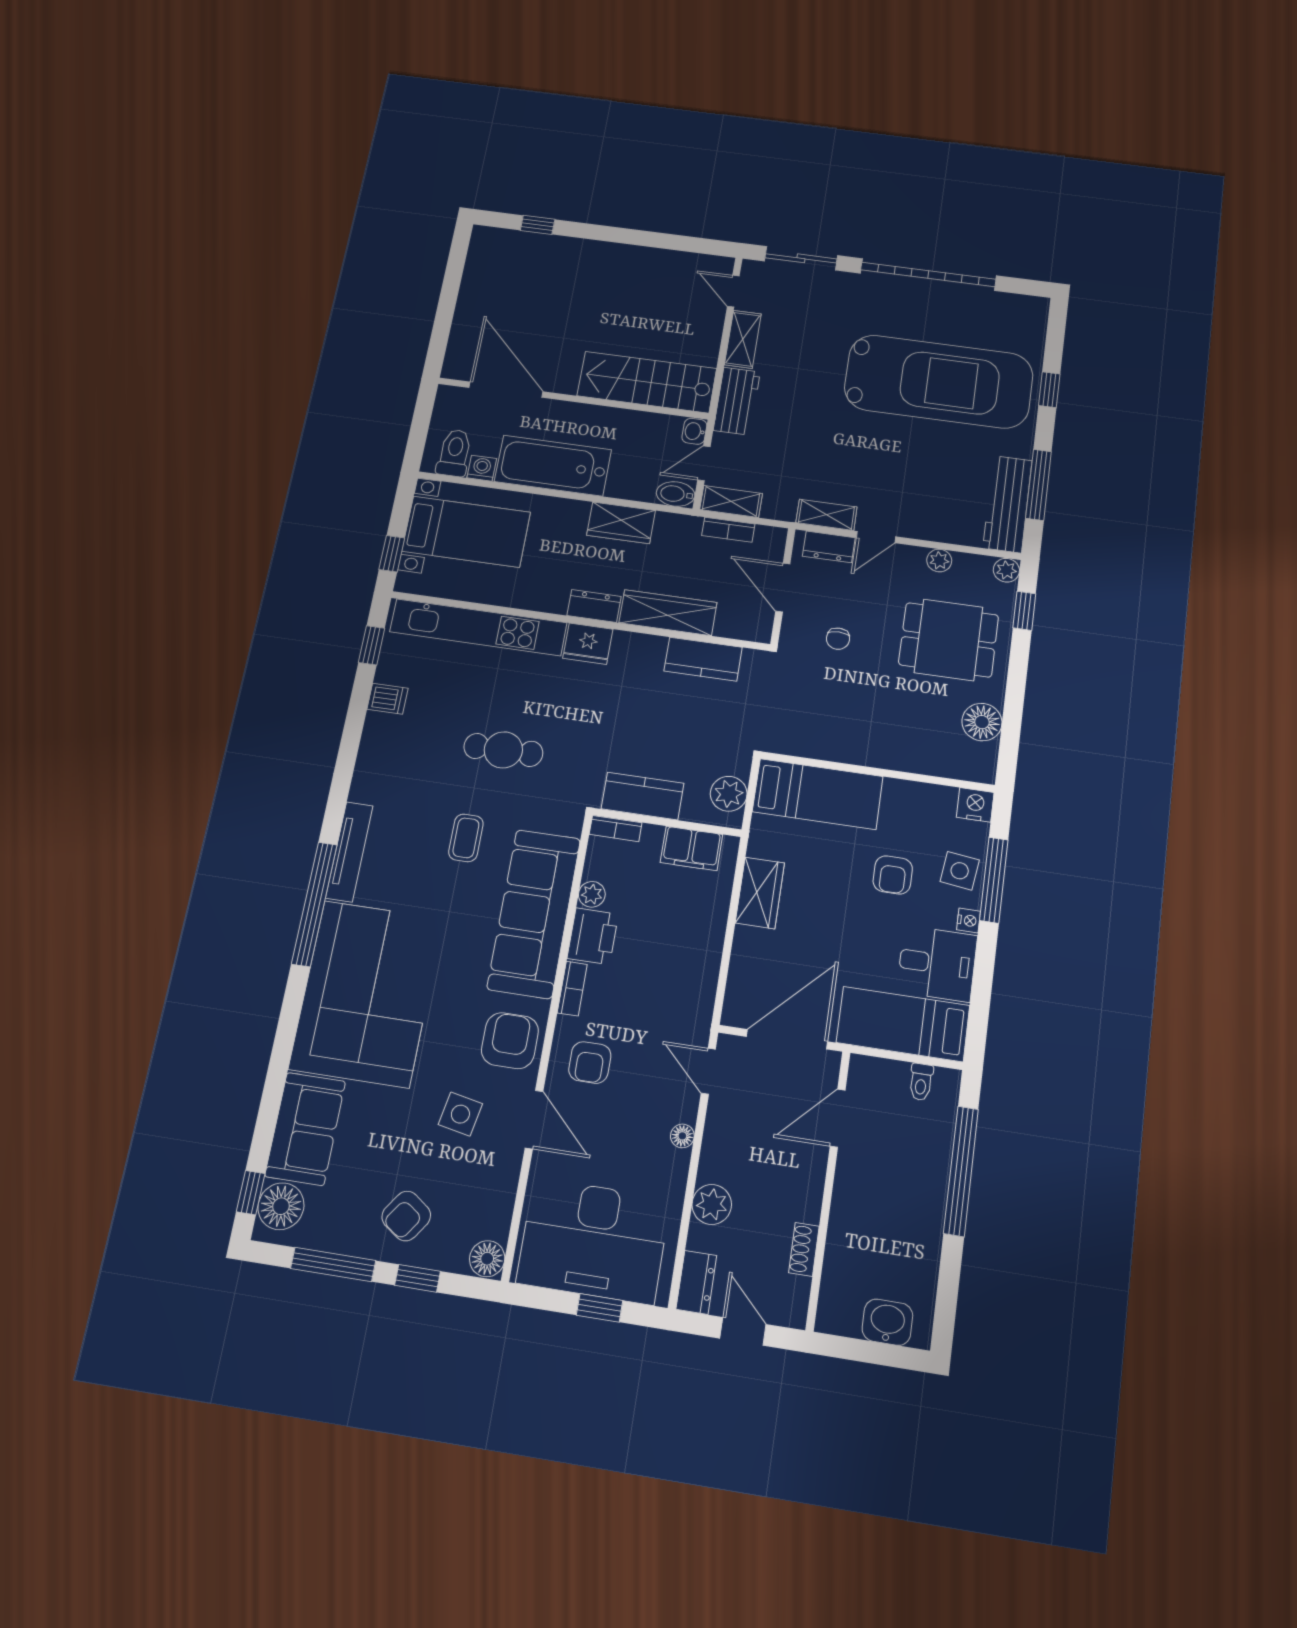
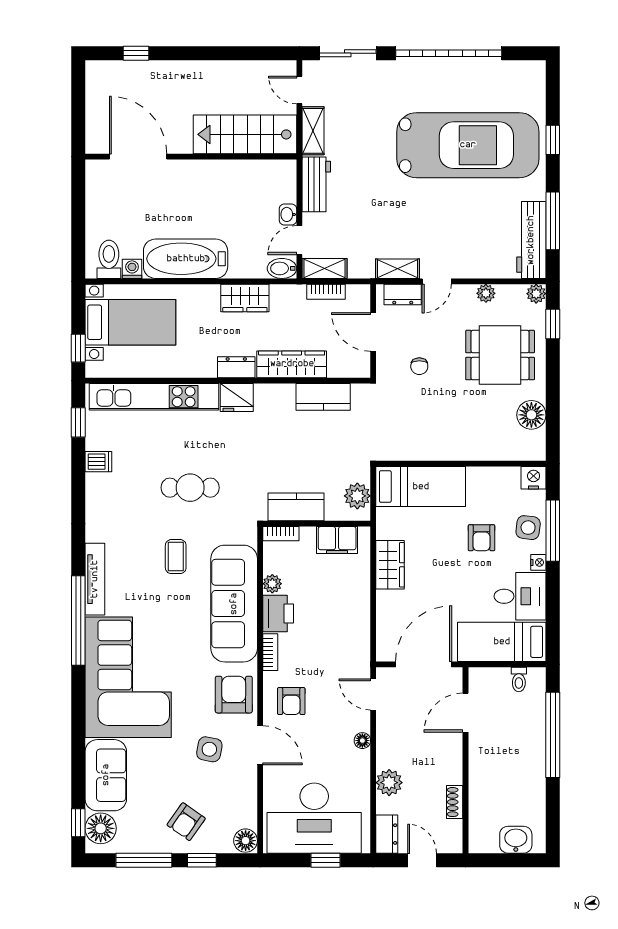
stairs: (647, 382) -> (245, 134), moved
door: (506, 390) -> (138, 157), moved
wall: (573, 399) -> (191, 157), moved

